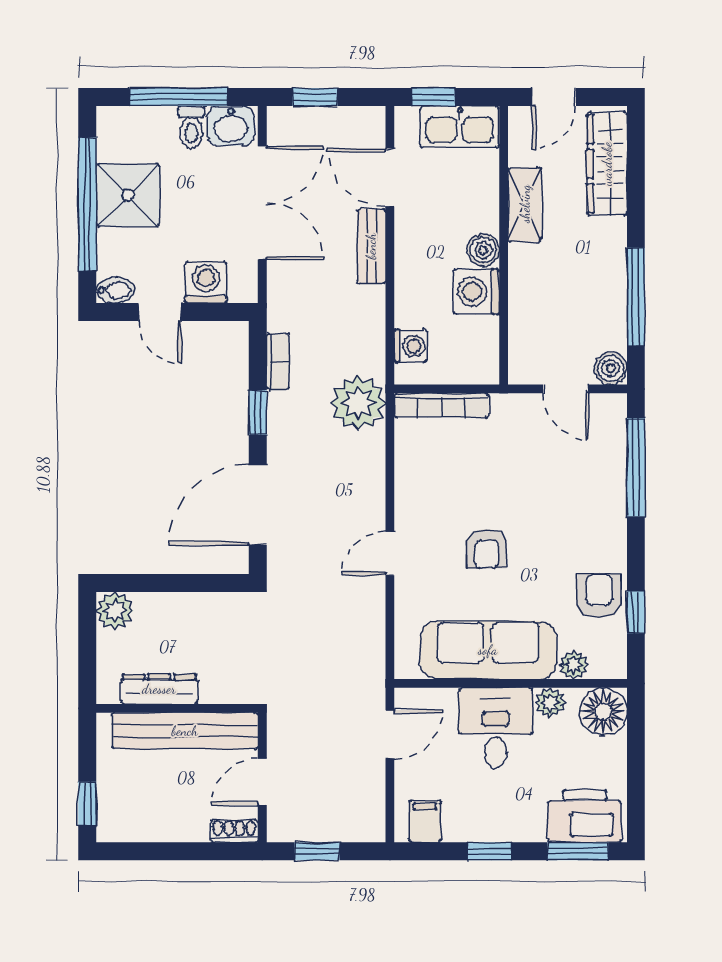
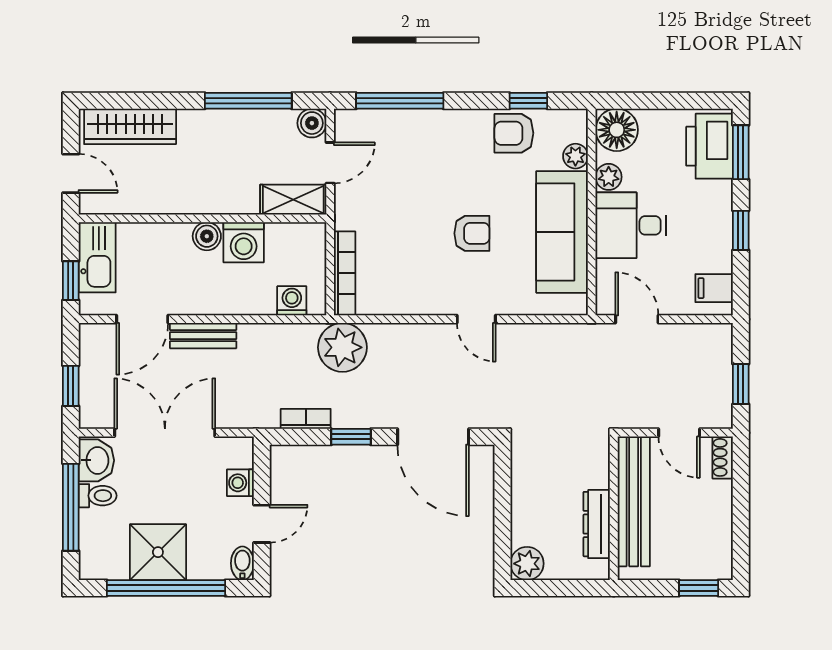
shelving: (525, 204) -> (293, 200), moved
washing machine: (206, 282) -> (240, 483), width x0.73, depth x0.73

